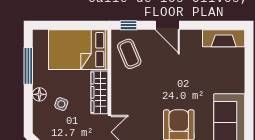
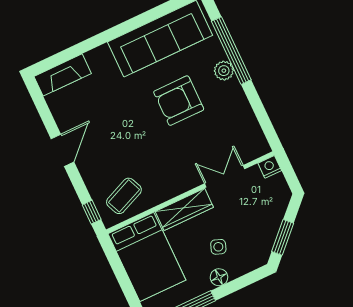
door: (167, 25) -> (62, 150), moved
fireplace: (224, 38) -> (63, 75), moved, turned 90

